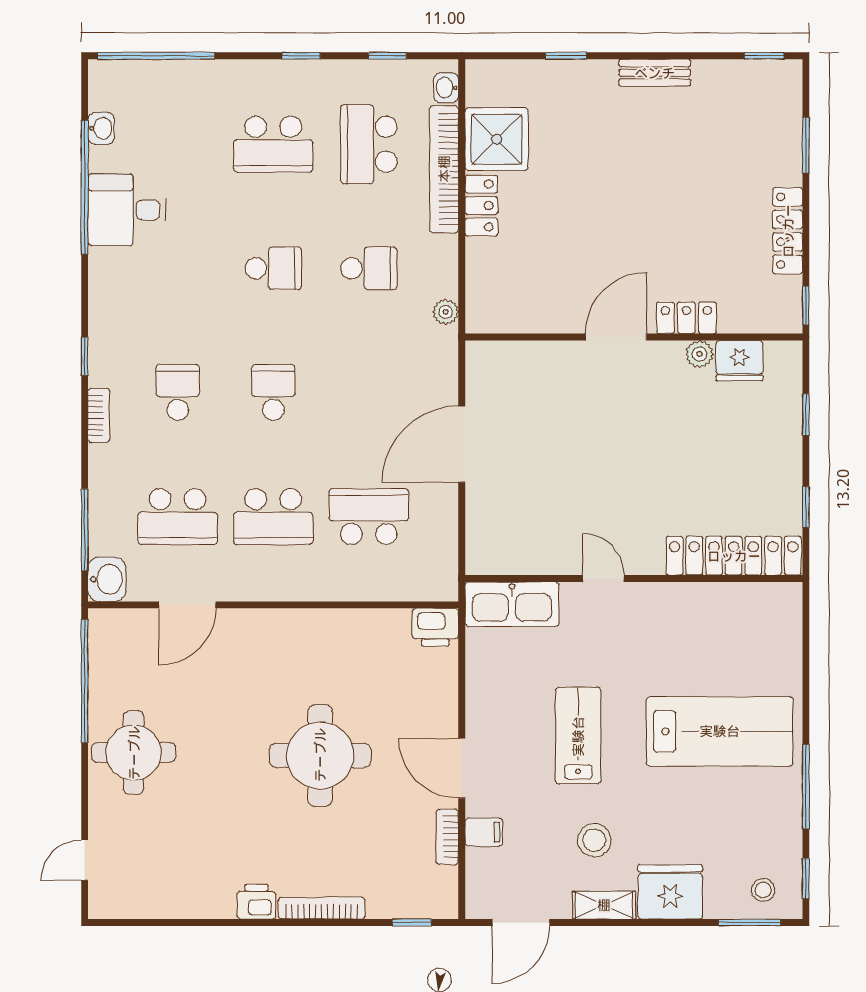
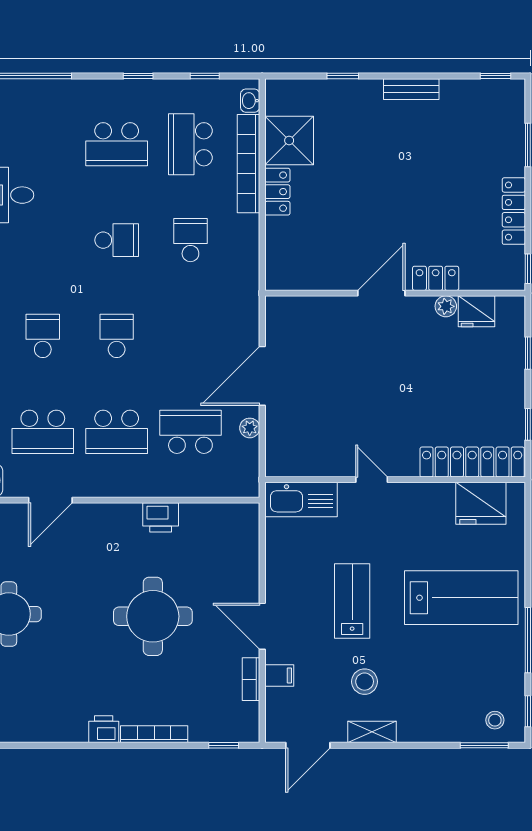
school desk: (369, 268) -> (190, 240), turned -90
plant: (446, 312) -> (250, 428), moved
printer: (435, 627) -> (161, 517), moved
fridge: (670, 892) -> (481, 503), moved, turned 180

